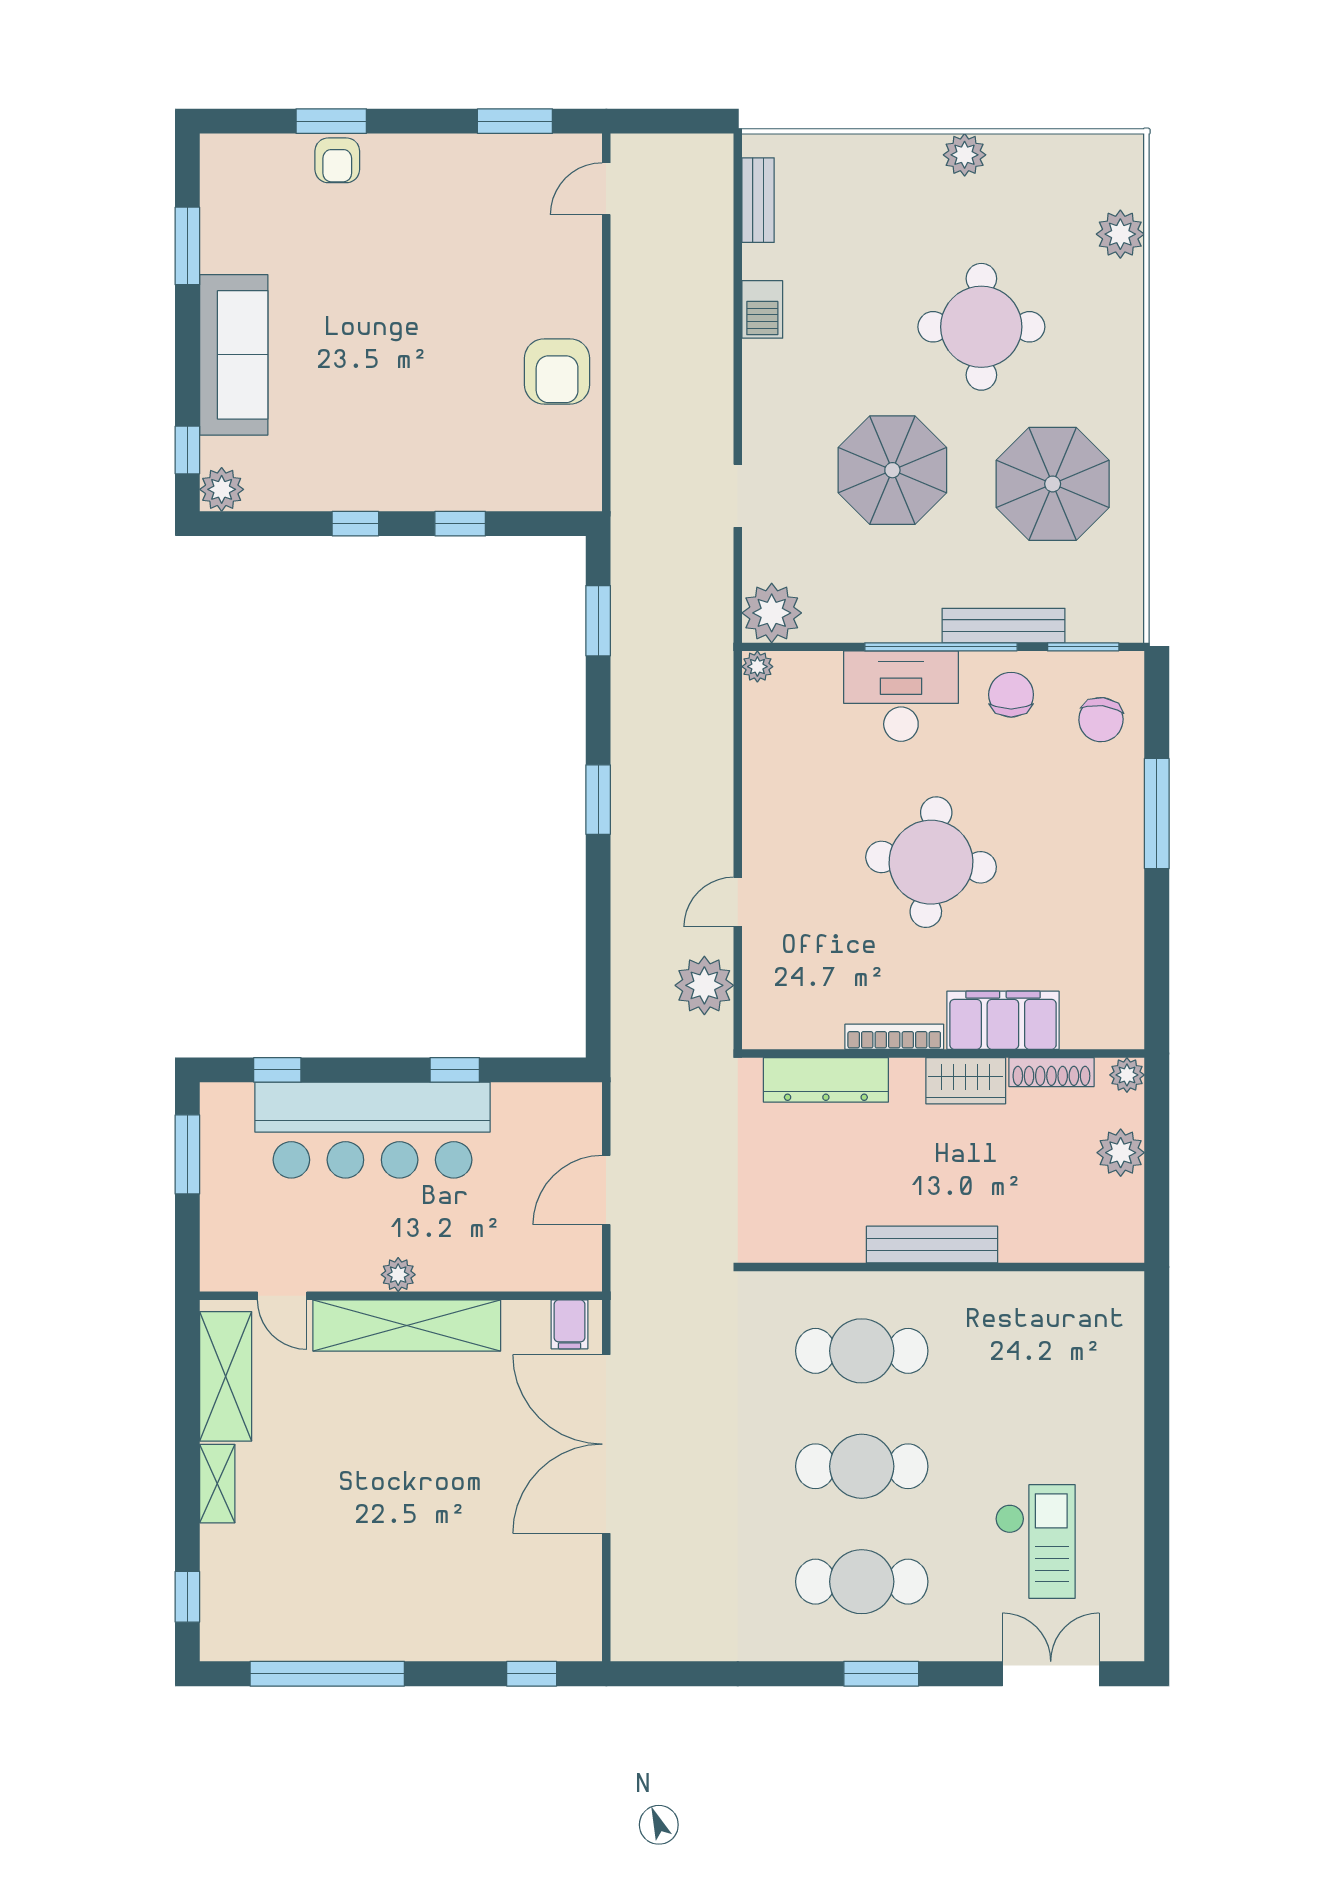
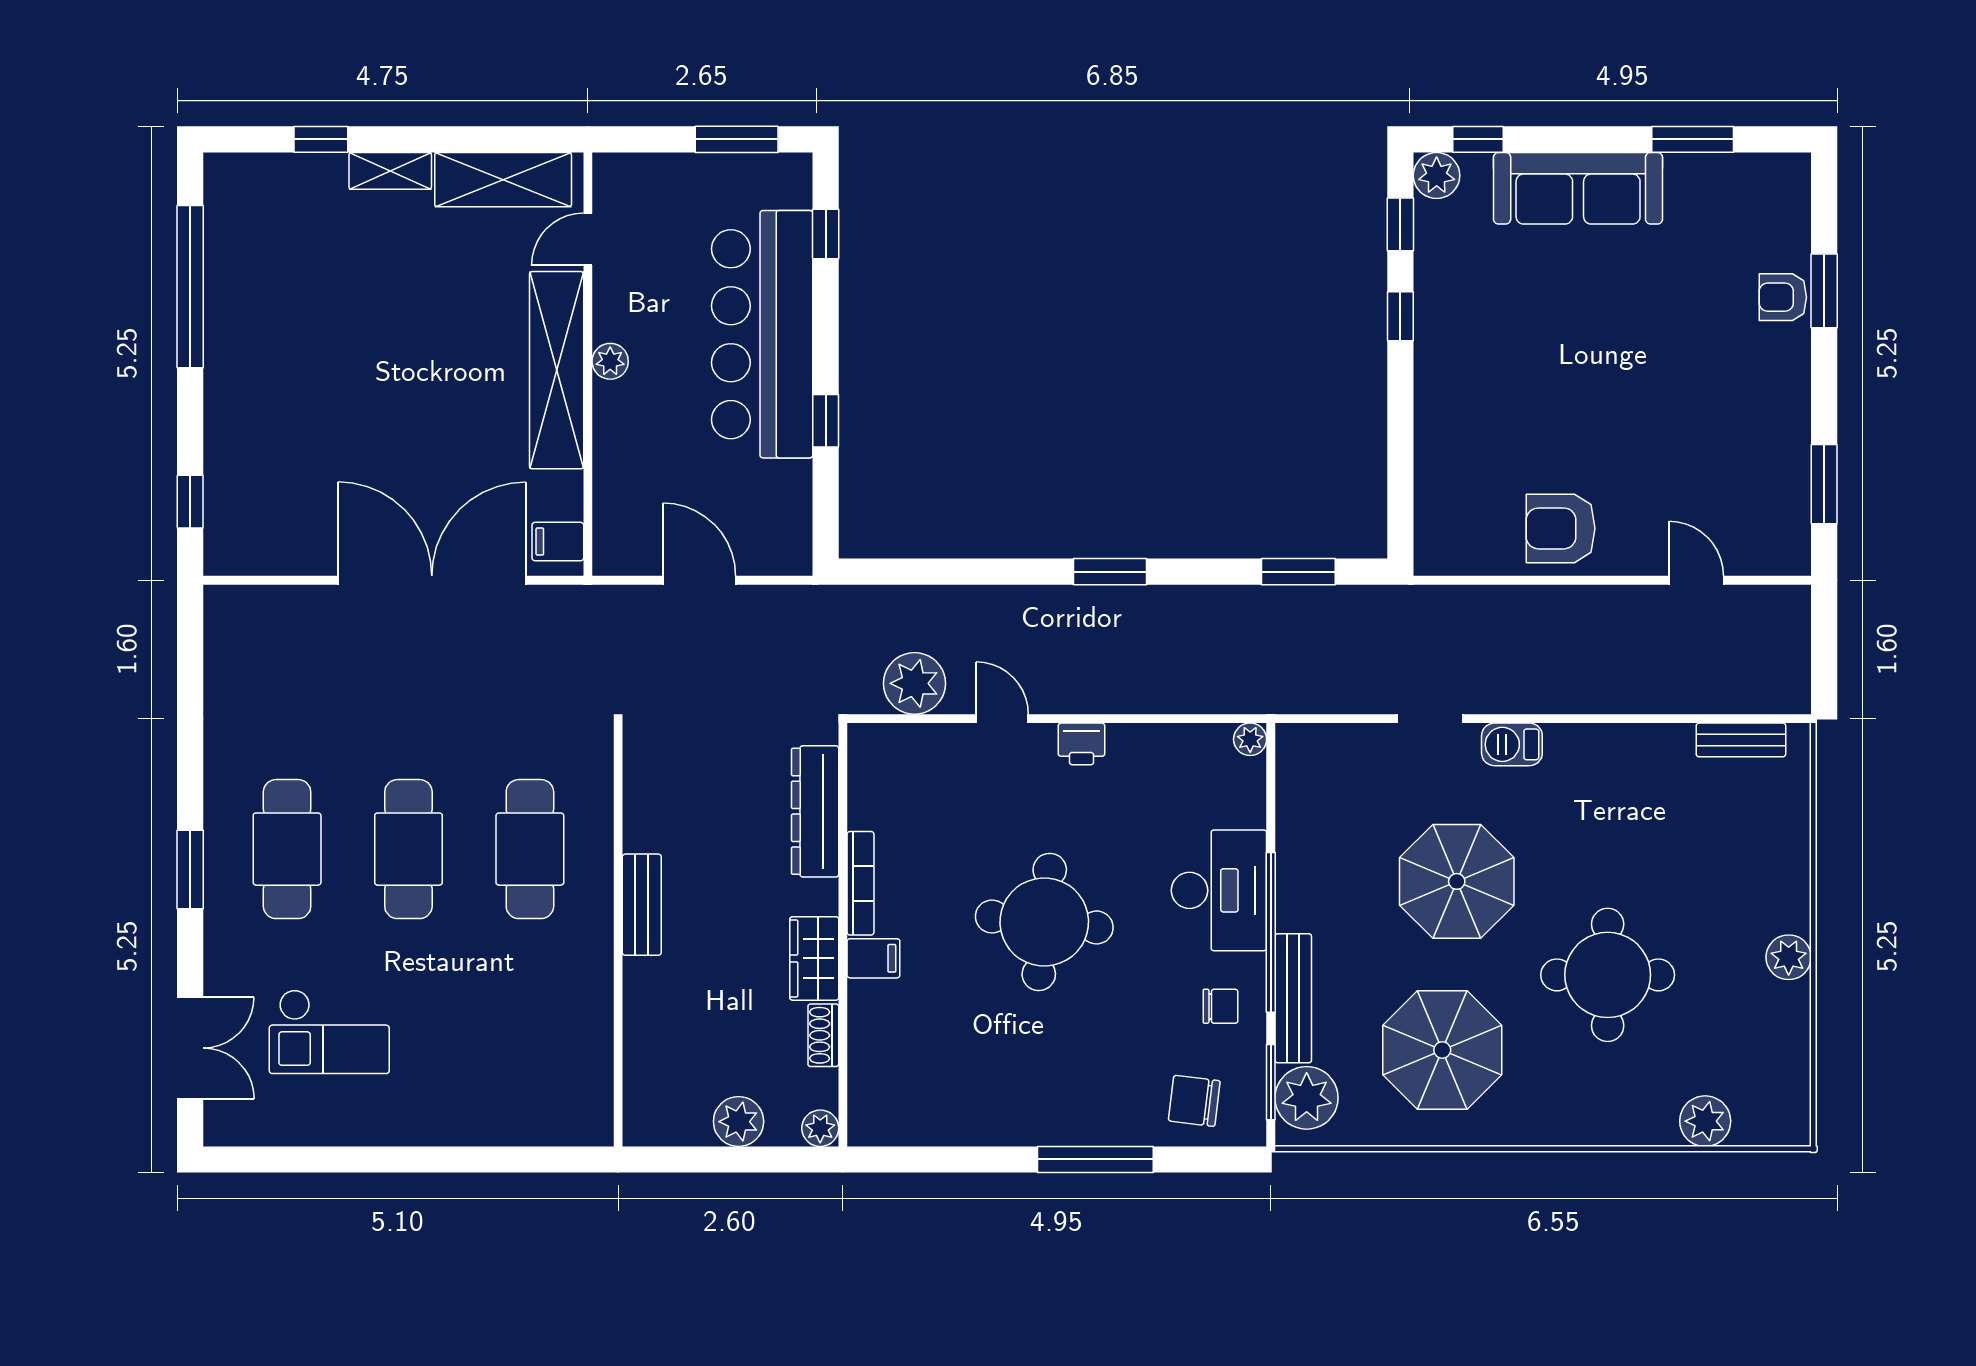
door: (606, 189) -> (1696, 580), moved
barbecue: (762, 309) -> (1512, 744), moved
window: (460, 524) -> (1400, 224), moved
plant: (772, 613) -> (1307, 1098), moved
chair: (1011, 695) -> (1220, 1006), width x0.73, depth x0.73
printer: (762, 827) -> (1082, 744), added
filing cabinet: (1003, 1020) -> (873, 958), width x0.33, depth x0.86
shoe rack: (1051, 1072) -> (823, 1035), width x0.70
bench: (932, 1245) -> (642, 905), width x0.73
window: (187, 1597) -> (321, 139), moved

